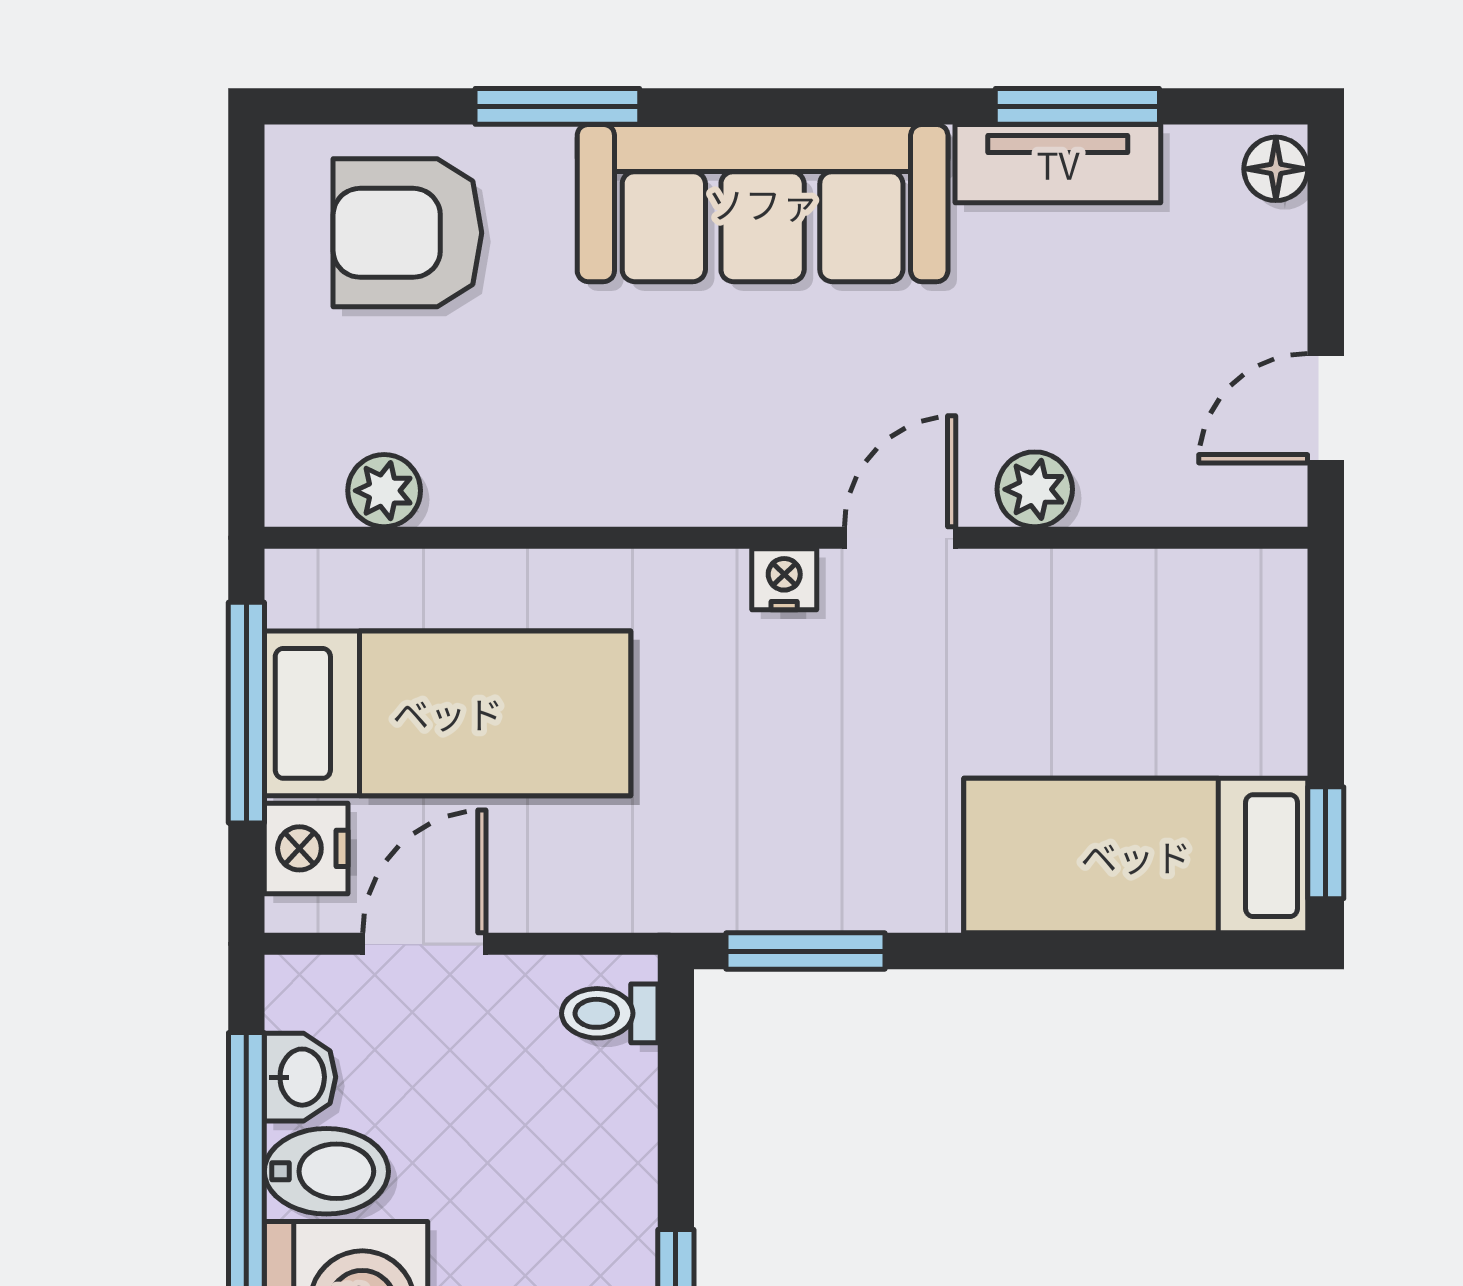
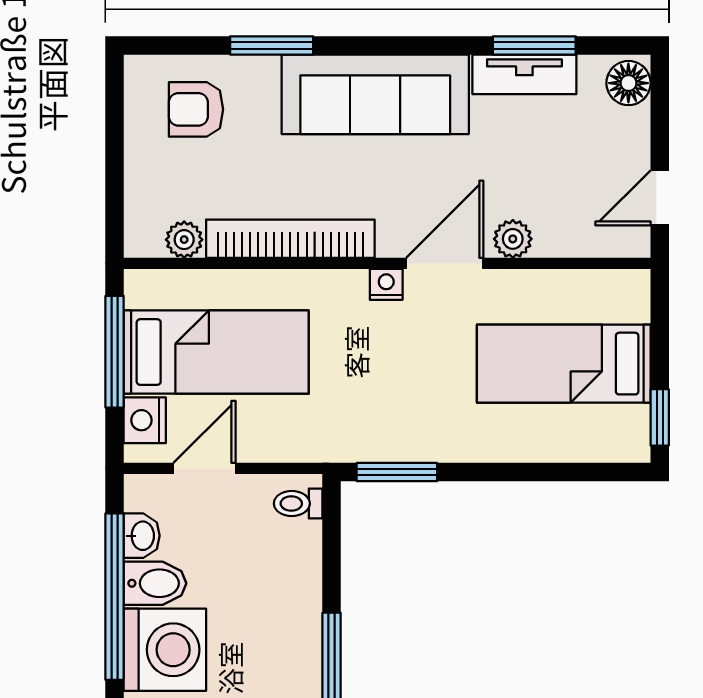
floor lamp: (1276, 169) -> (628, 83), width x1.37, depth x1.37
armchair: (407, 233) -> (196, 109), width x0.72, depth x0.72
bookcase: (594, 489) -> (290, 239), added
door: (900, 538) -> (445, 263), width x1.38
bed: (1136, 856) -> (564, 364), moved

